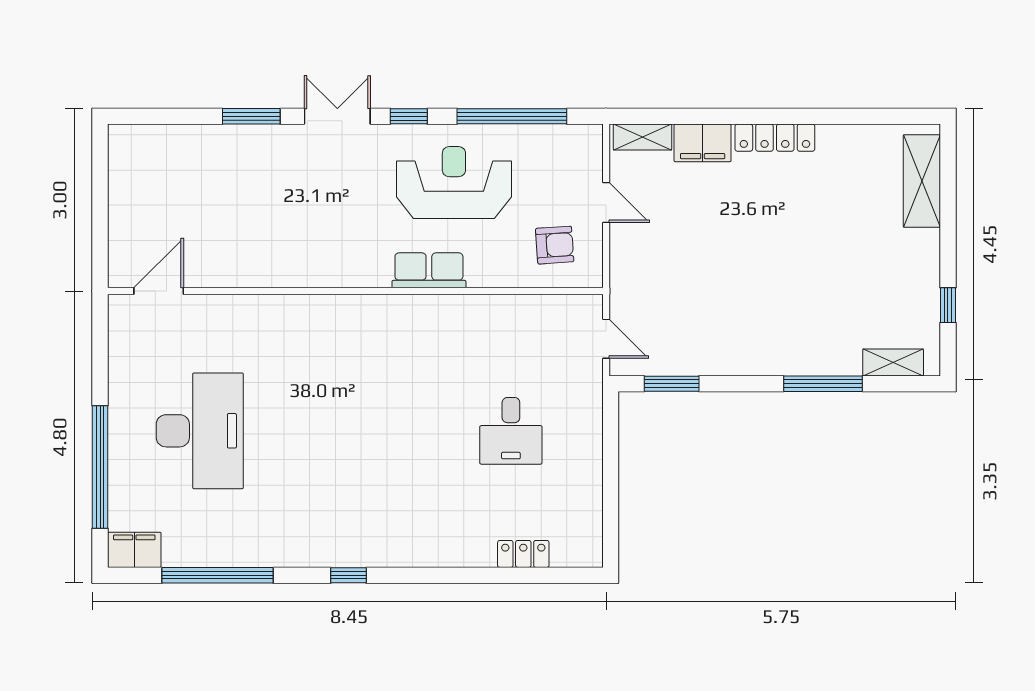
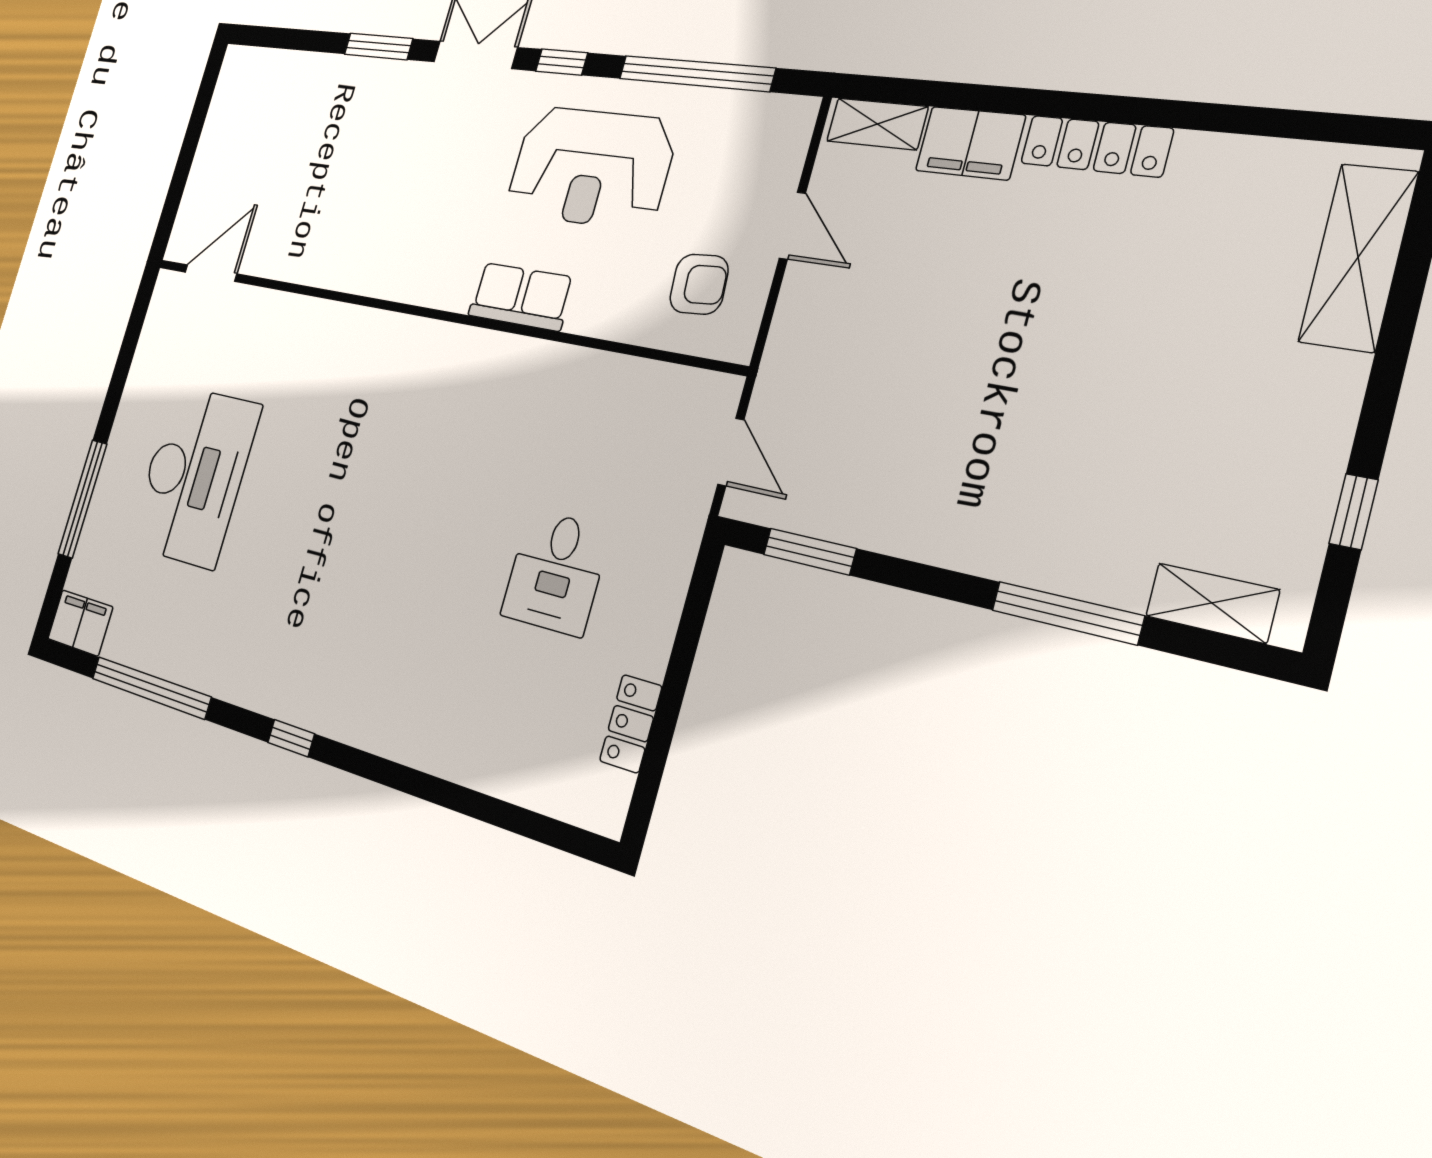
reception desk: (454, 183) -> (591, 167), turned 180
window: (100, 467) -> (82, 499), width x0.68
locker: (523, 554) -> (631, 724), moved, turned -90

